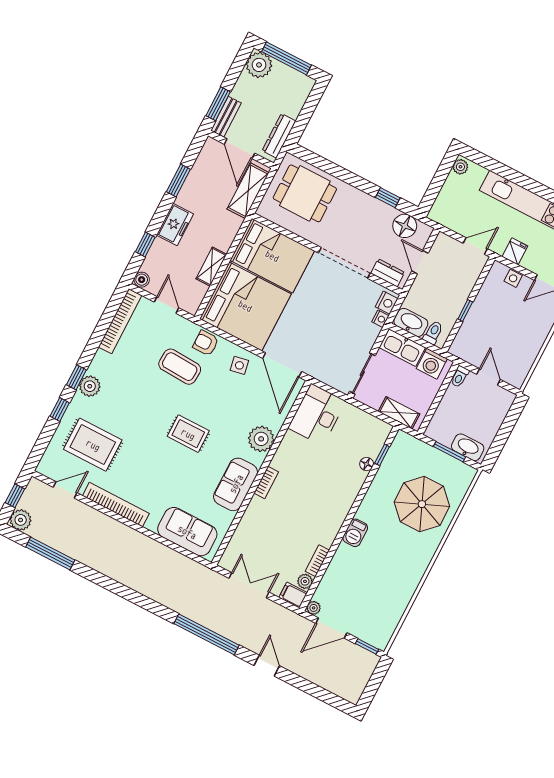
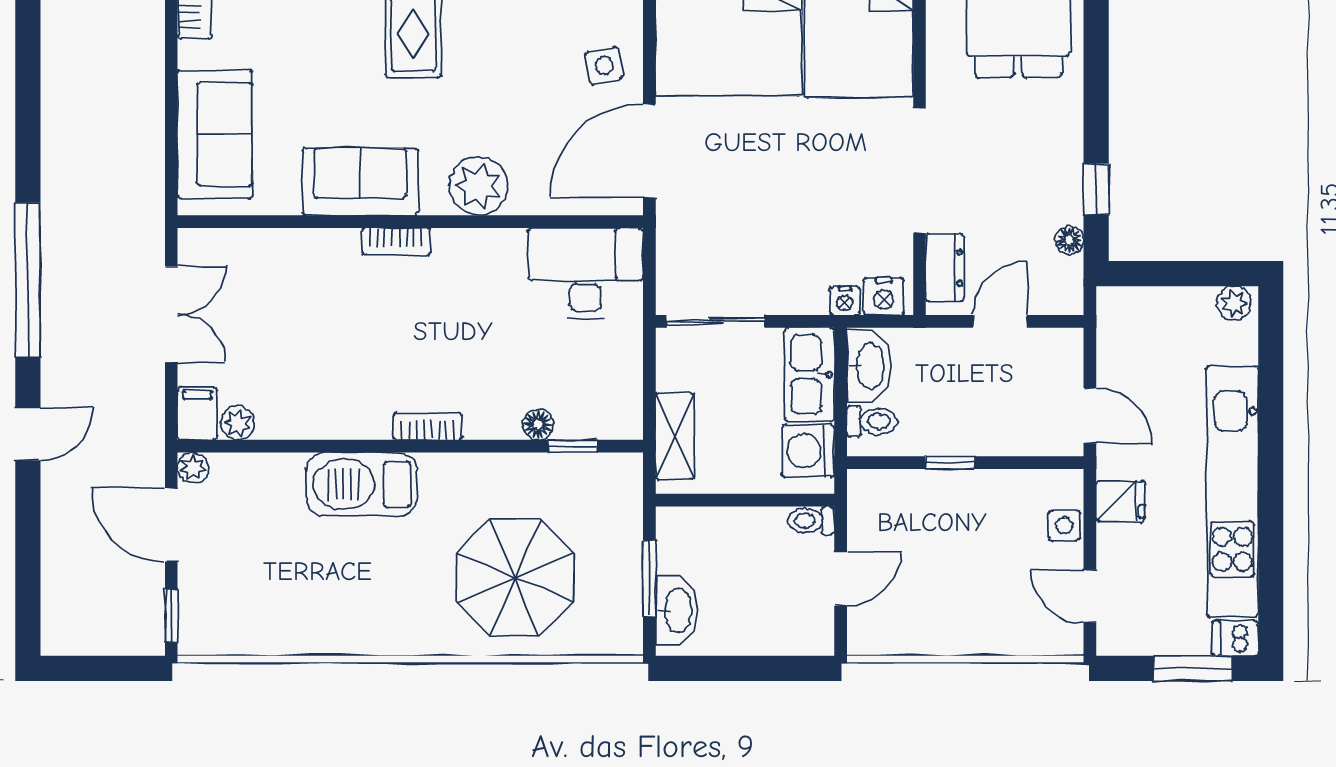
floor lamp: (405, 226) -> (1070, 240), width x0.53, depth x0.53
barbecue: (355, 533) -> (362, 484), width x1.88, depth x1.53
bookcase: (317, 561) -> (428, 426), moved

